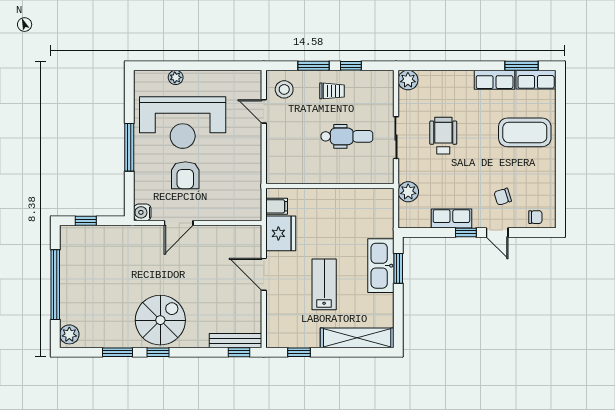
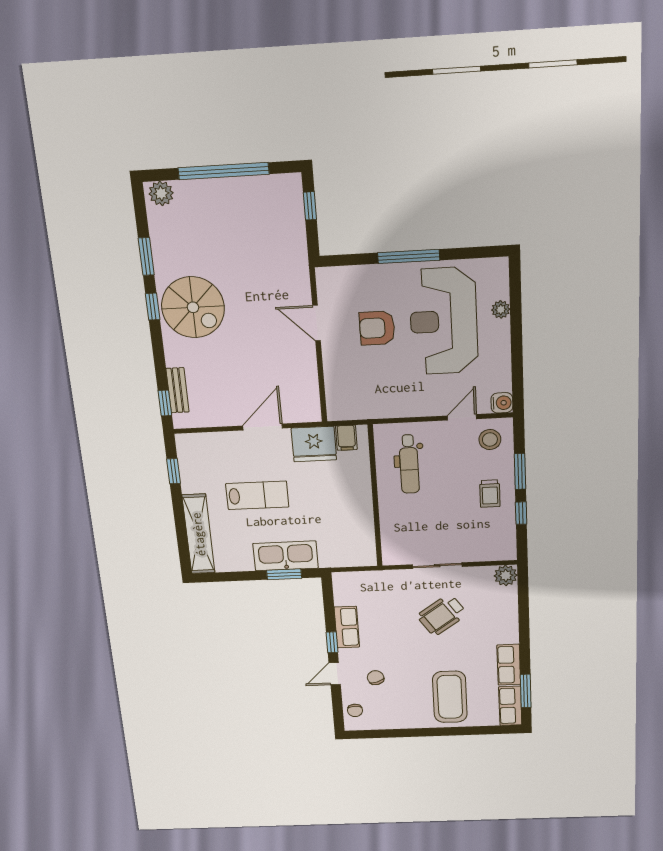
dental chair: (347, 136) -> (409, 464), moved
wheelchair: (443, 136) -> (442, 615), turned 145
plant: (408, 192) -> (374, 581), removed
water cooler: (142, 212) -> (502, 403), moved, turned 90
bench: (236, 341) -> (178, 390), width x0.73

